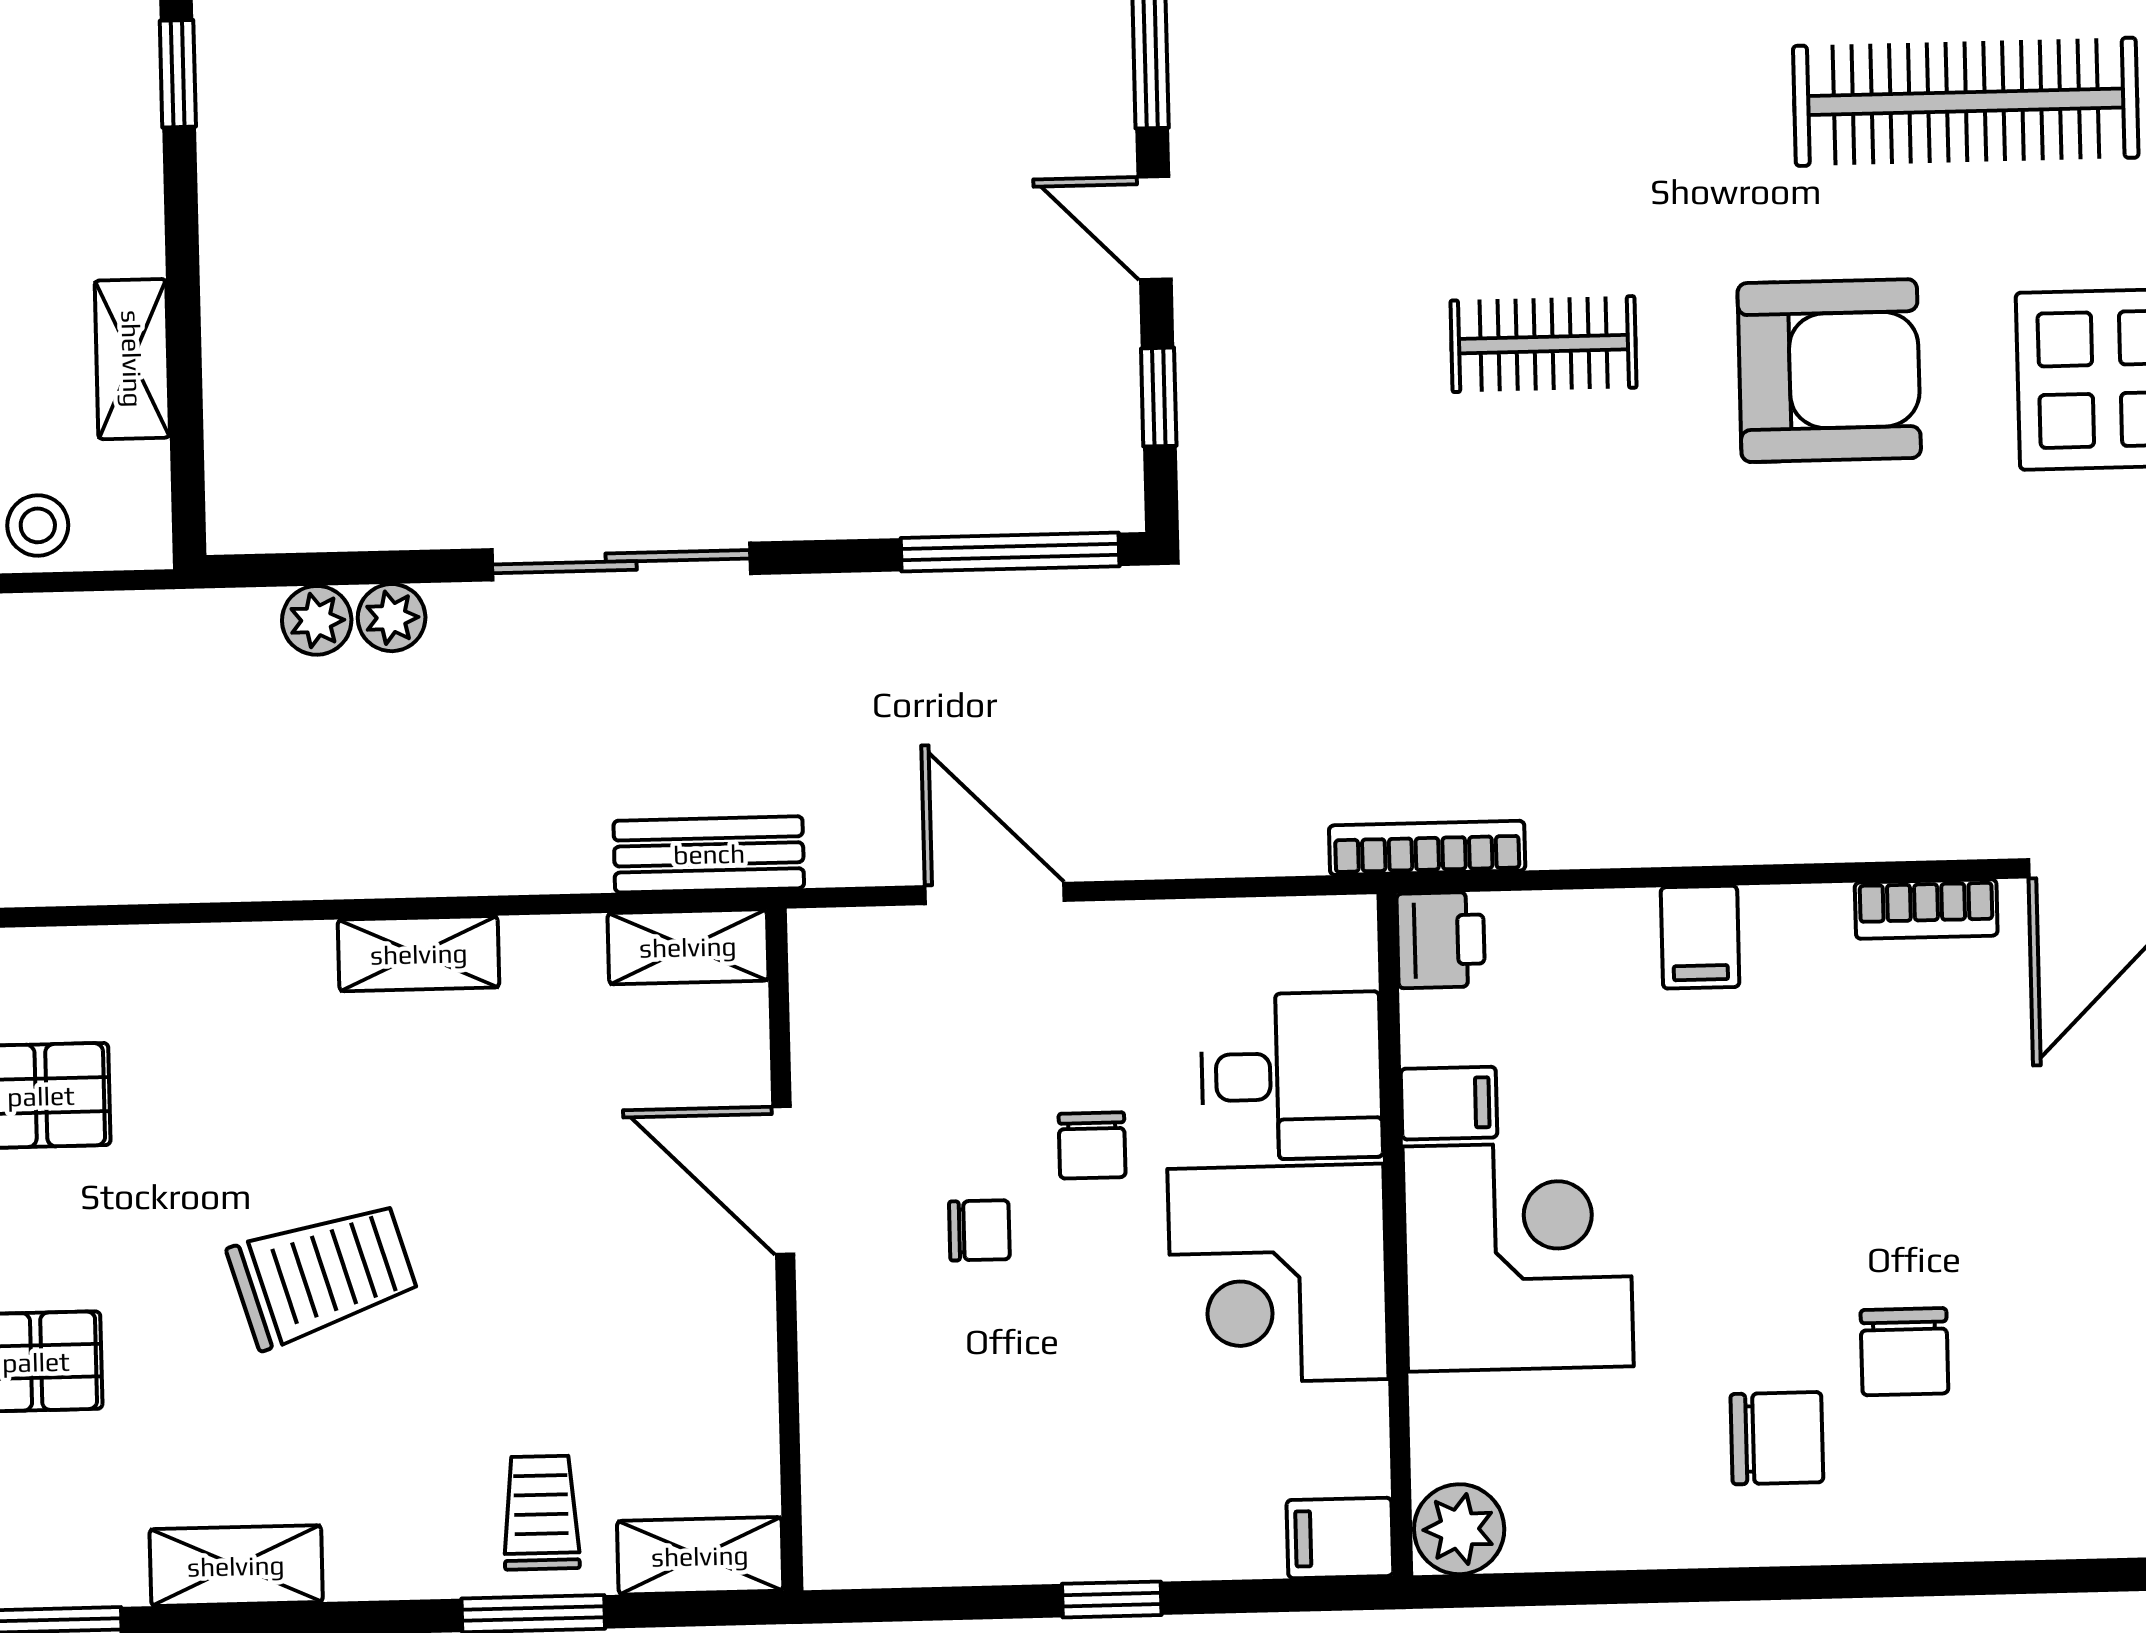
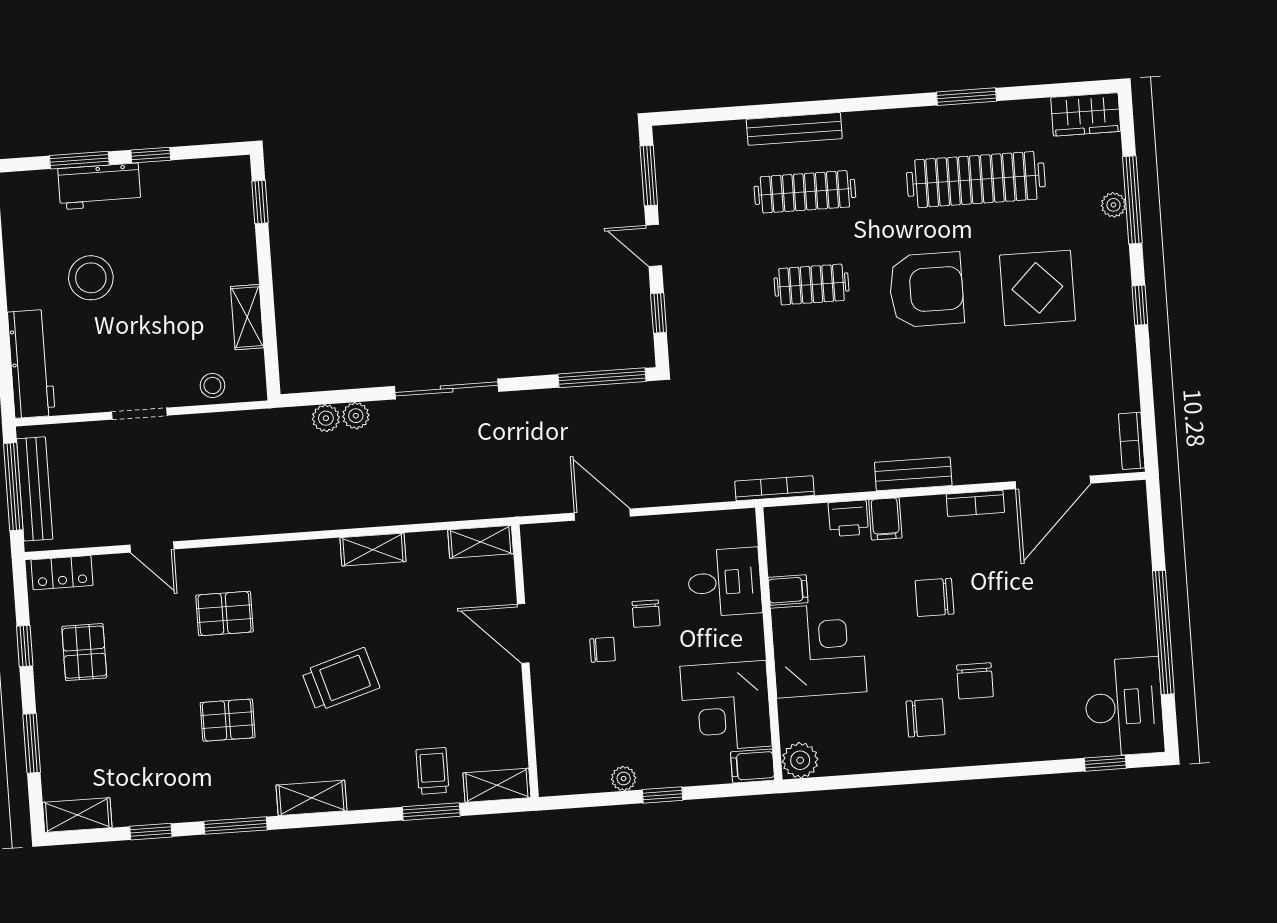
clothes rail: (1538, 112) -> (805, 192), added
bench: (709, 854) -> (913, 474), moved
printer: (1441, 940) -> (848, 518), moved, turned 90
chair: (1814, 1139) -> (935, 597), added
corner desk: (1278, 1274) -> (726, 706), moved
plant: (1017, 1554) -> (624, 779), added

